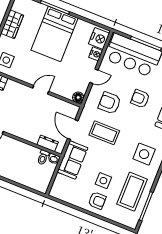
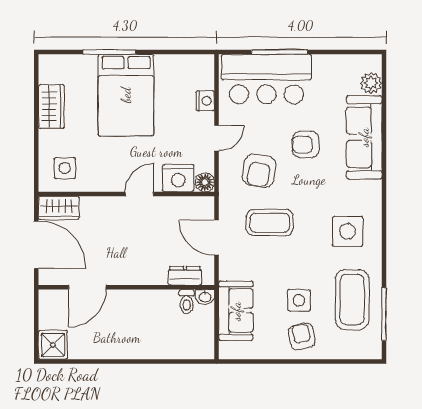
nightstand: (99, 38) -> (178, 178), moved, turned 90
armchair: (110, 103) -> (259, 171), turned -81
sofa: (73, 160) -> (236, 311), moved
armchair: (97, 201) -> (302, 337), turned -101

